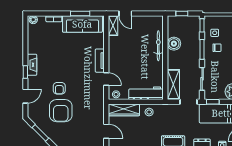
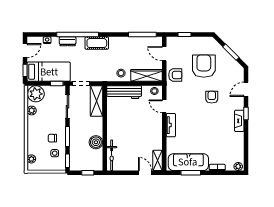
bicycle: (158, 46) -> (112, 155), moved
armchair: (95, 110) -> (175, 75), added
armchair: (61, 111) -> (204, 66), moved

